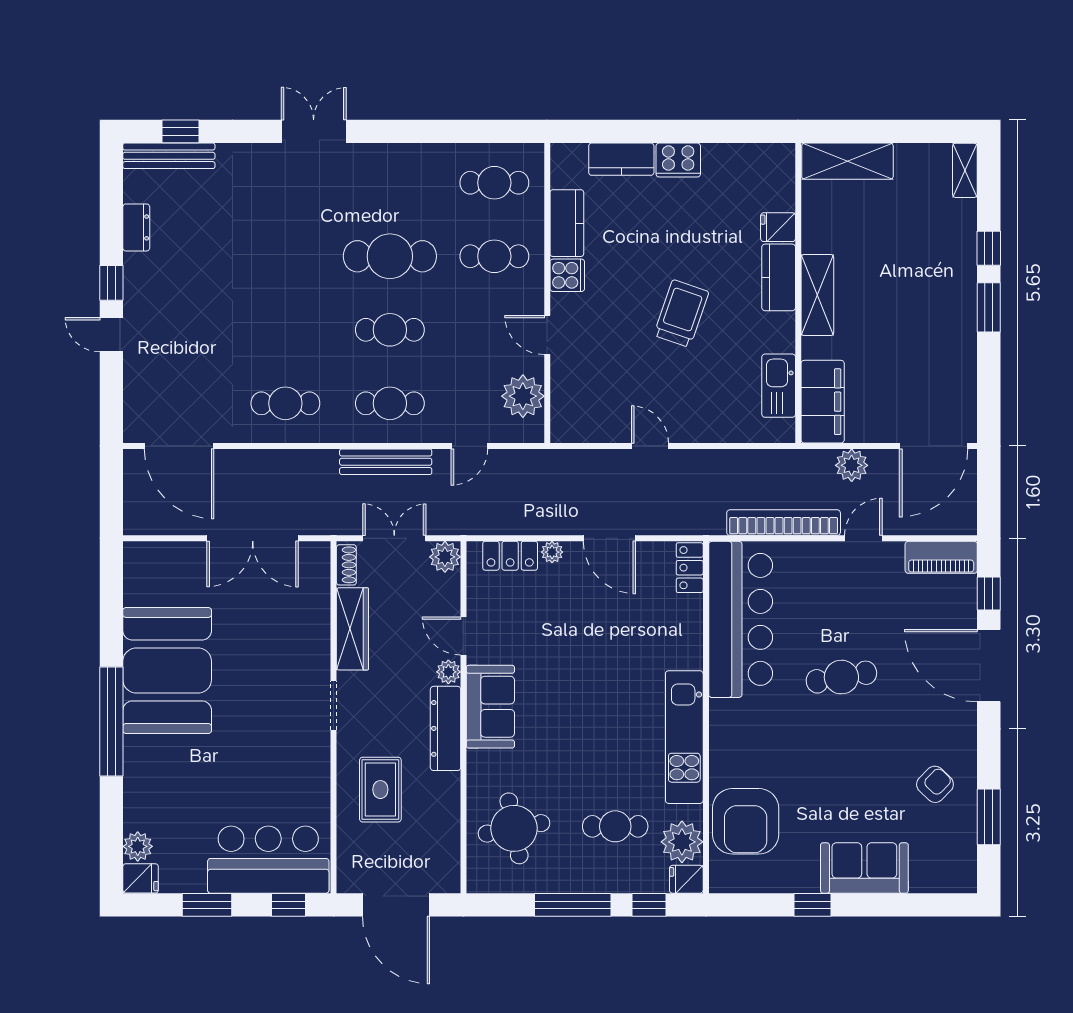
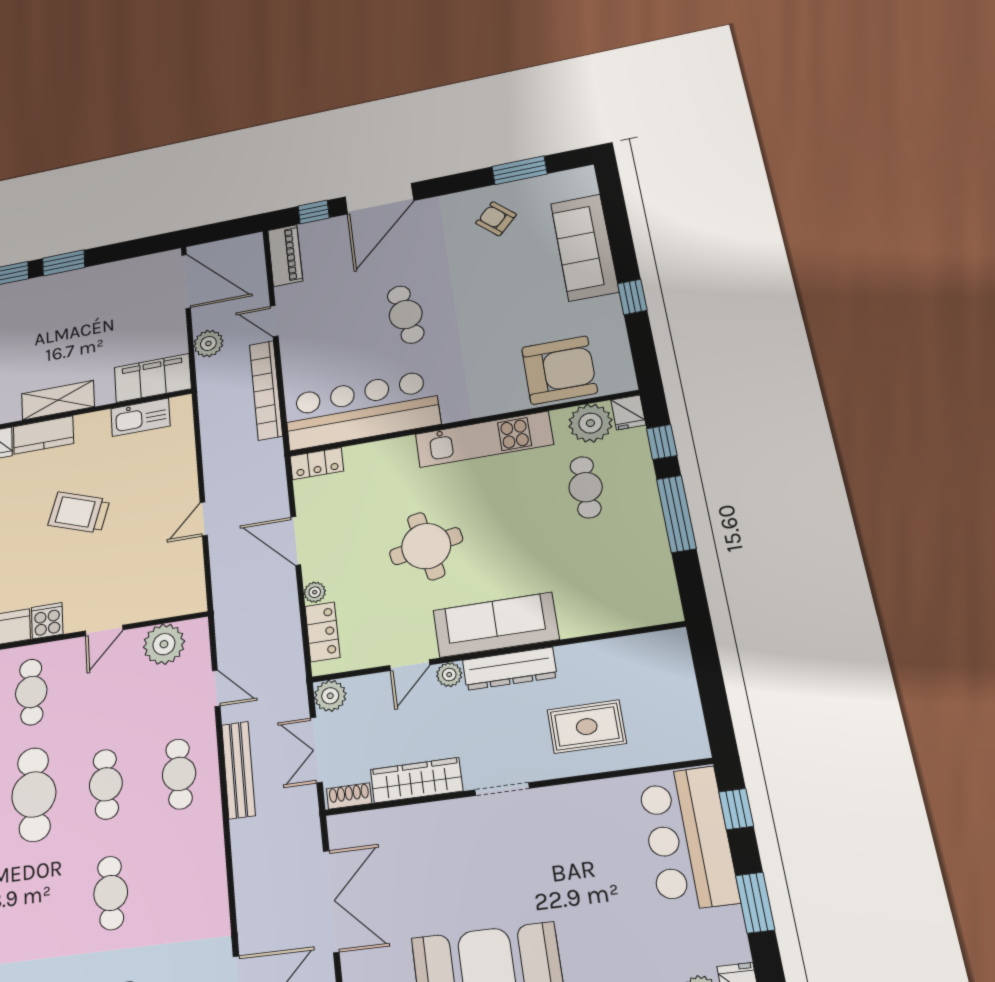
cafe table: (285, 403) -> (111, 893), moved
door: (609, 538) -> (296, 541), swing flipped
sofa: (490, 707) -> (496, 625), width x1.36
round table: (514, 828) -> (426, 546), moved
sofa: (864, 868) -> (585, 247), width x1.36
door: (396, 905) -> (712, 692), removed

